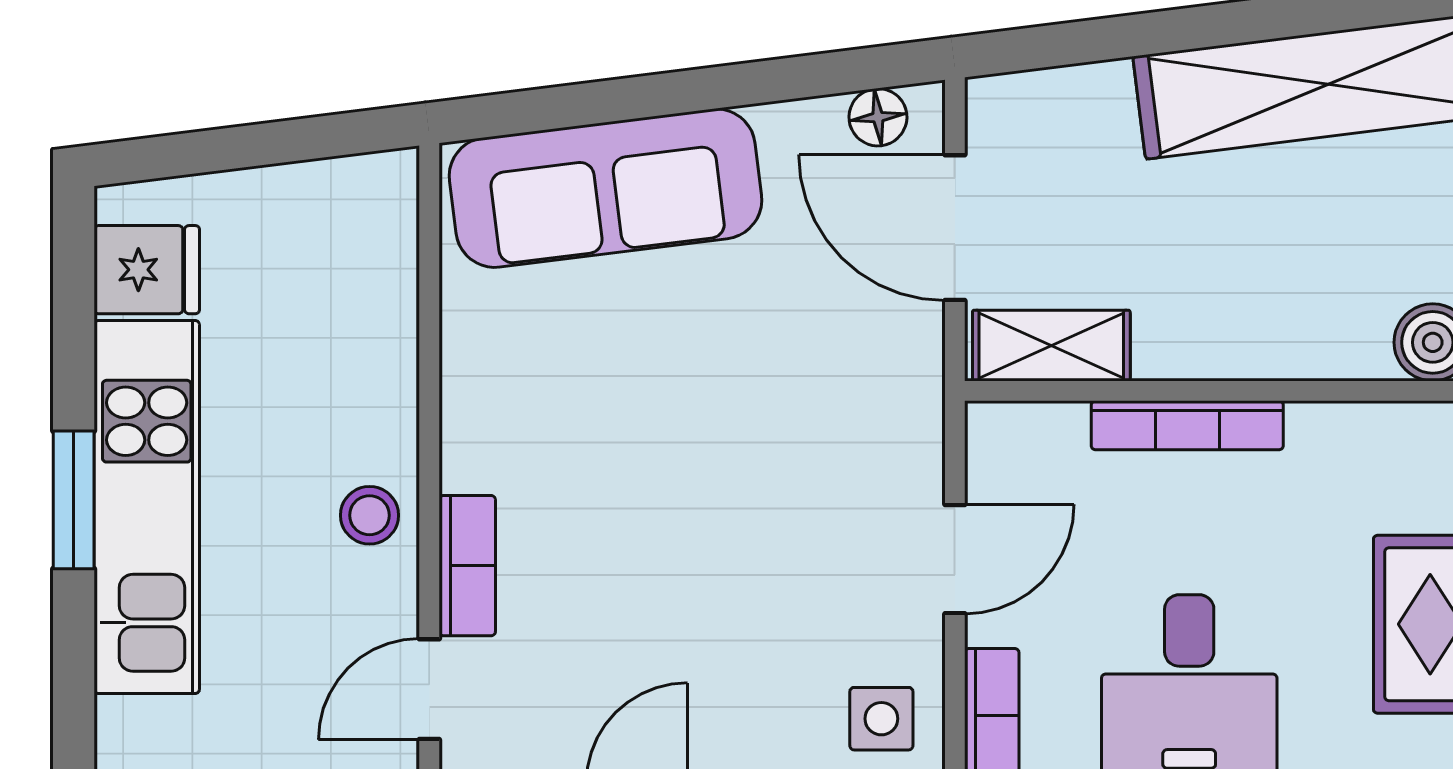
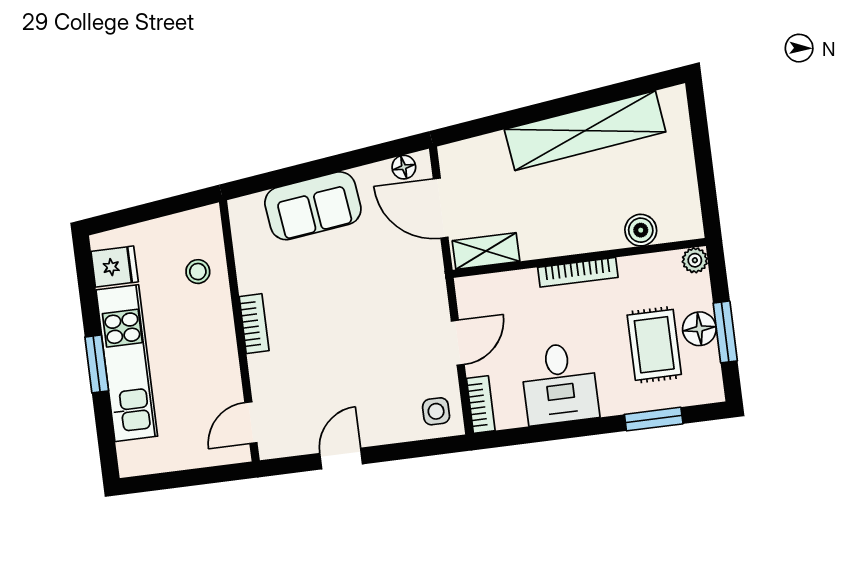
sofa: (605, 188) -> (313, 206), width x0.73
bookcase: (1187, 425) -> (578, 272), moved
stool: (370, 515) -> (198, 272), moved
bookcase: (467, 566) -> (254, 324), moved

